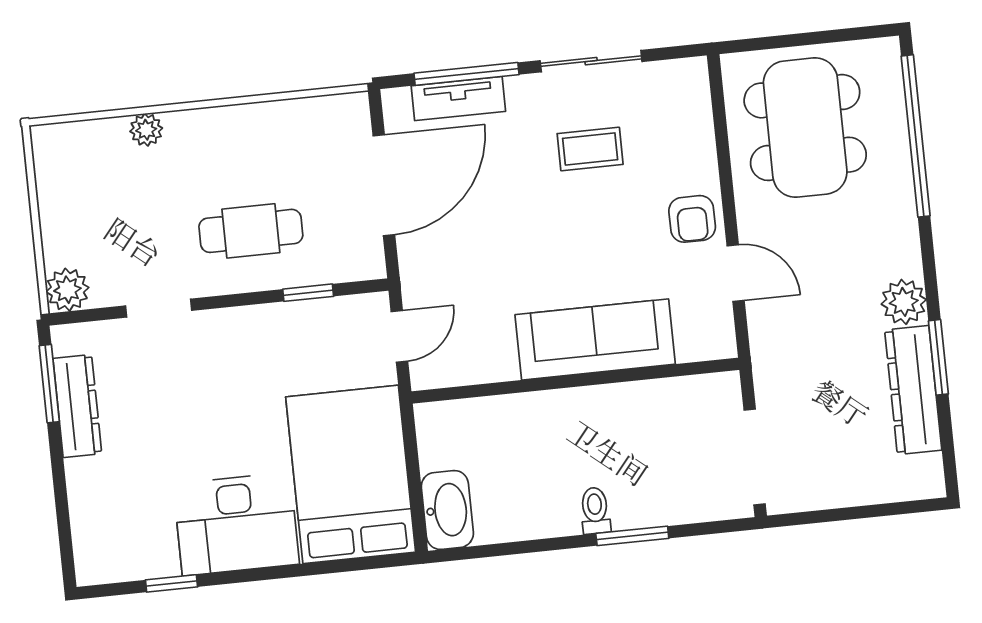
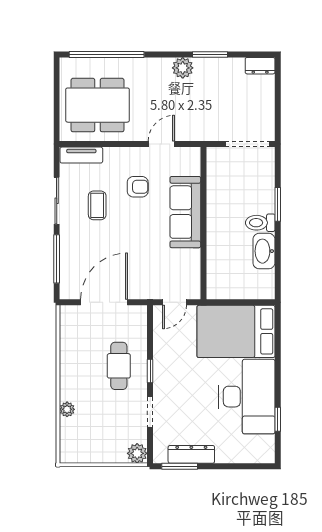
tv unit: (458, 99) -> (81, 155), moved, turned 90
door: (384, 185) -> (104, 302), hinge flipped
armchair: (692, 219) -> (138, 187), moved
window: (308, 293) -> (150, 371), moved
door: (399, 336) -> (175, 302), swing flipped
dresser: (913, 390) -> (260, 66), moved, width x0.51, depth x0.80
washbasin: (447, 510) -> (264, 251), moved, turned -90
toilet: (595, 511) -> (260, 223), width x1.37, depth x1.39
desk: (236, 524) -> (247, 397), width x1.36, depth x1.30

